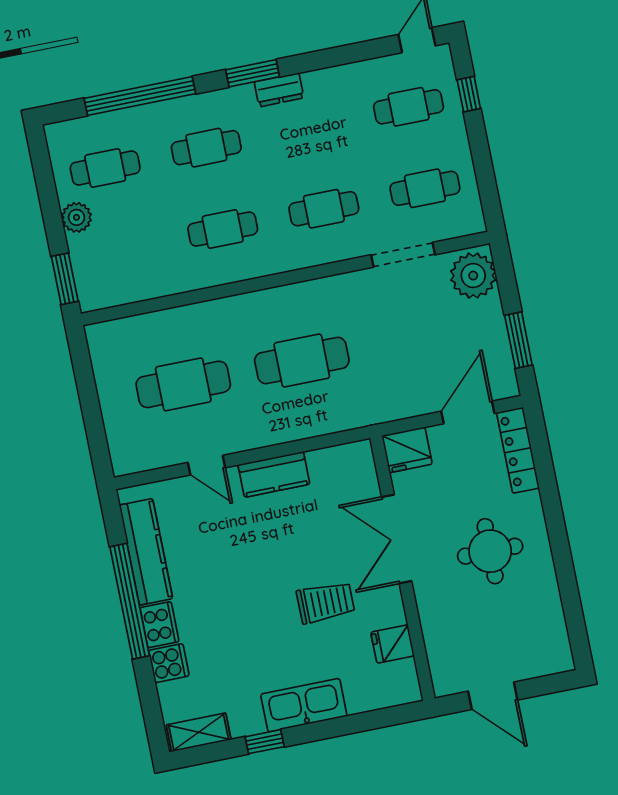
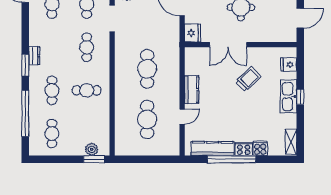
plant: (76, 217) -> (92, 149), moved
cafe table: (223, 229) -> (87, 90), turned 90
trolley: (326, 602) -> (248, 79), turned 46
fridge: (392, 644) -> (289, 64), moved, turned 90
window: (265, 742) -> (300, 97), moved

